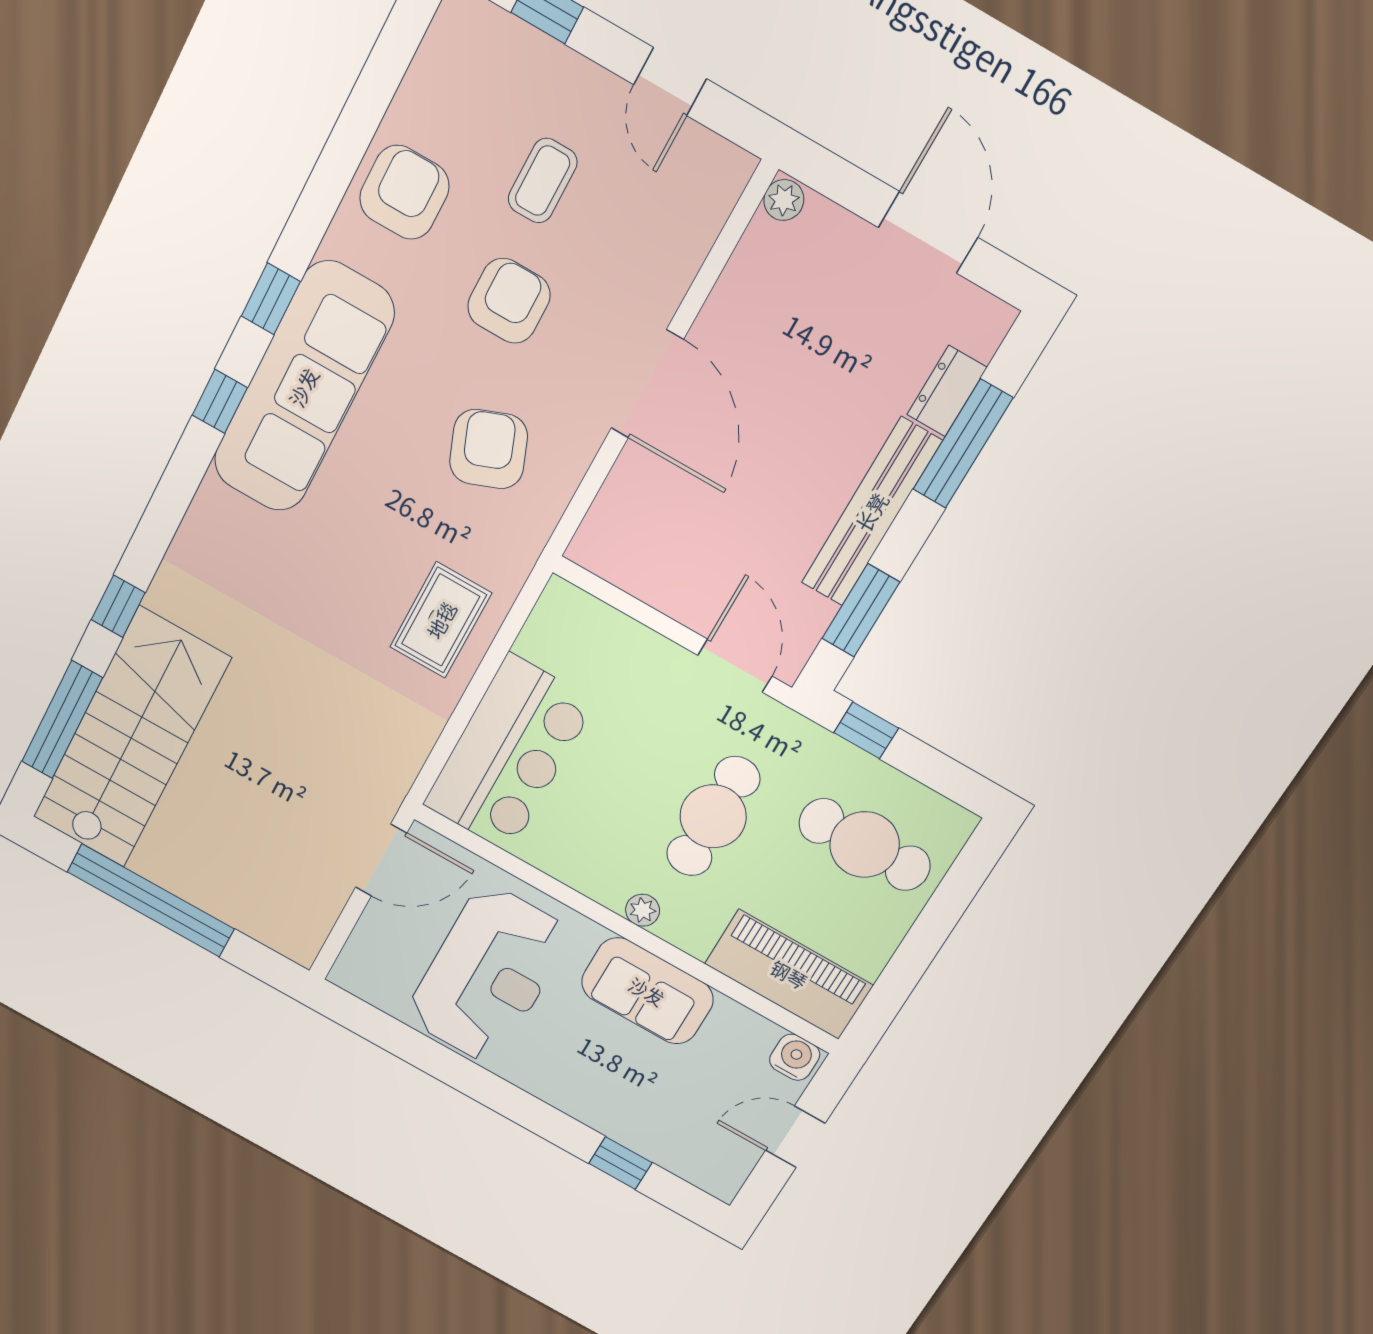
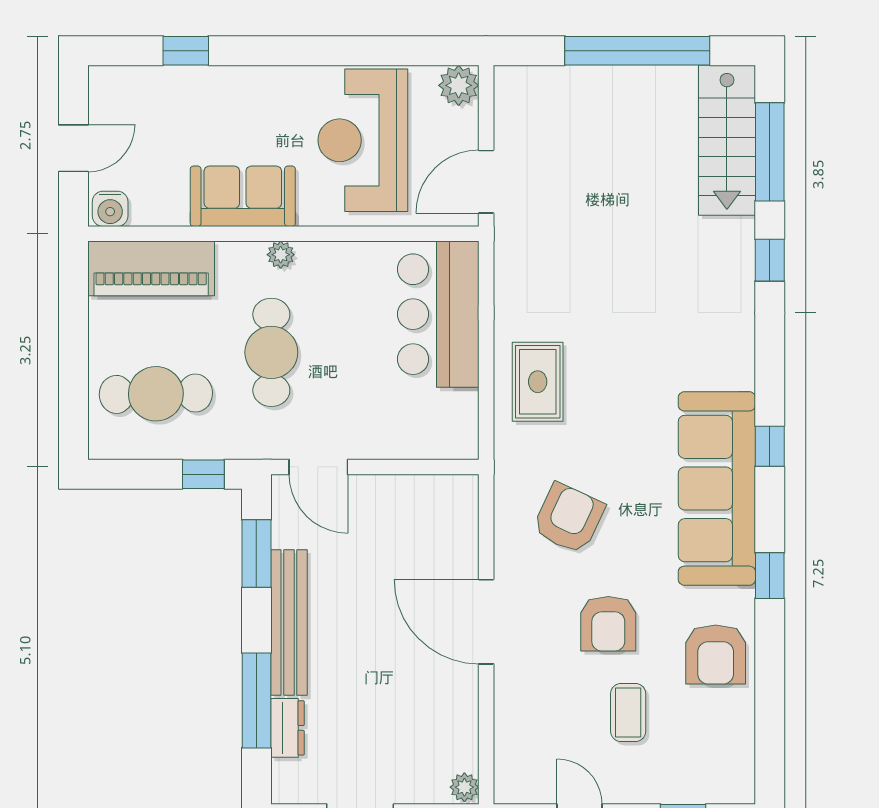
window: (271, 299) -> (770, 576), moved
armchair: (488, 449) -> (569, 518), turned -134
stairs: (131, 738) -> (727, 140), width x0.73, depth x0.66
plant: (357, 971) -> (459, 85), added

